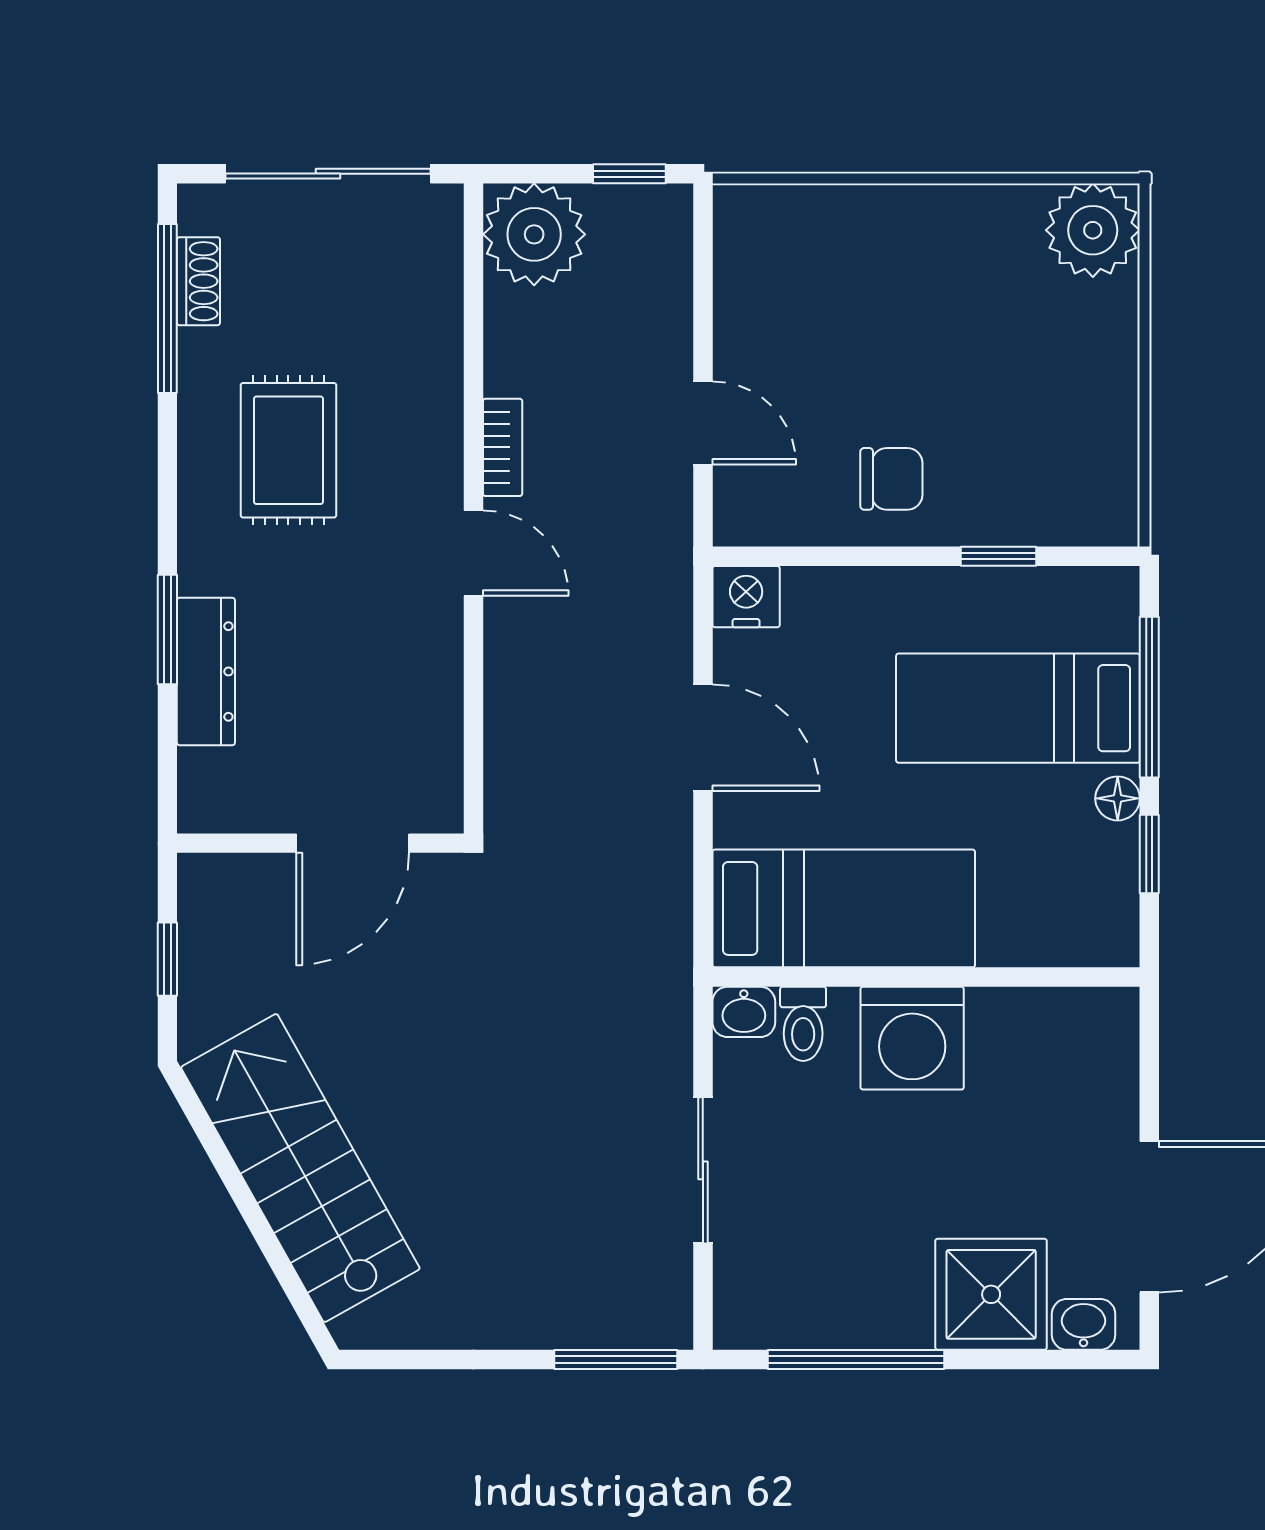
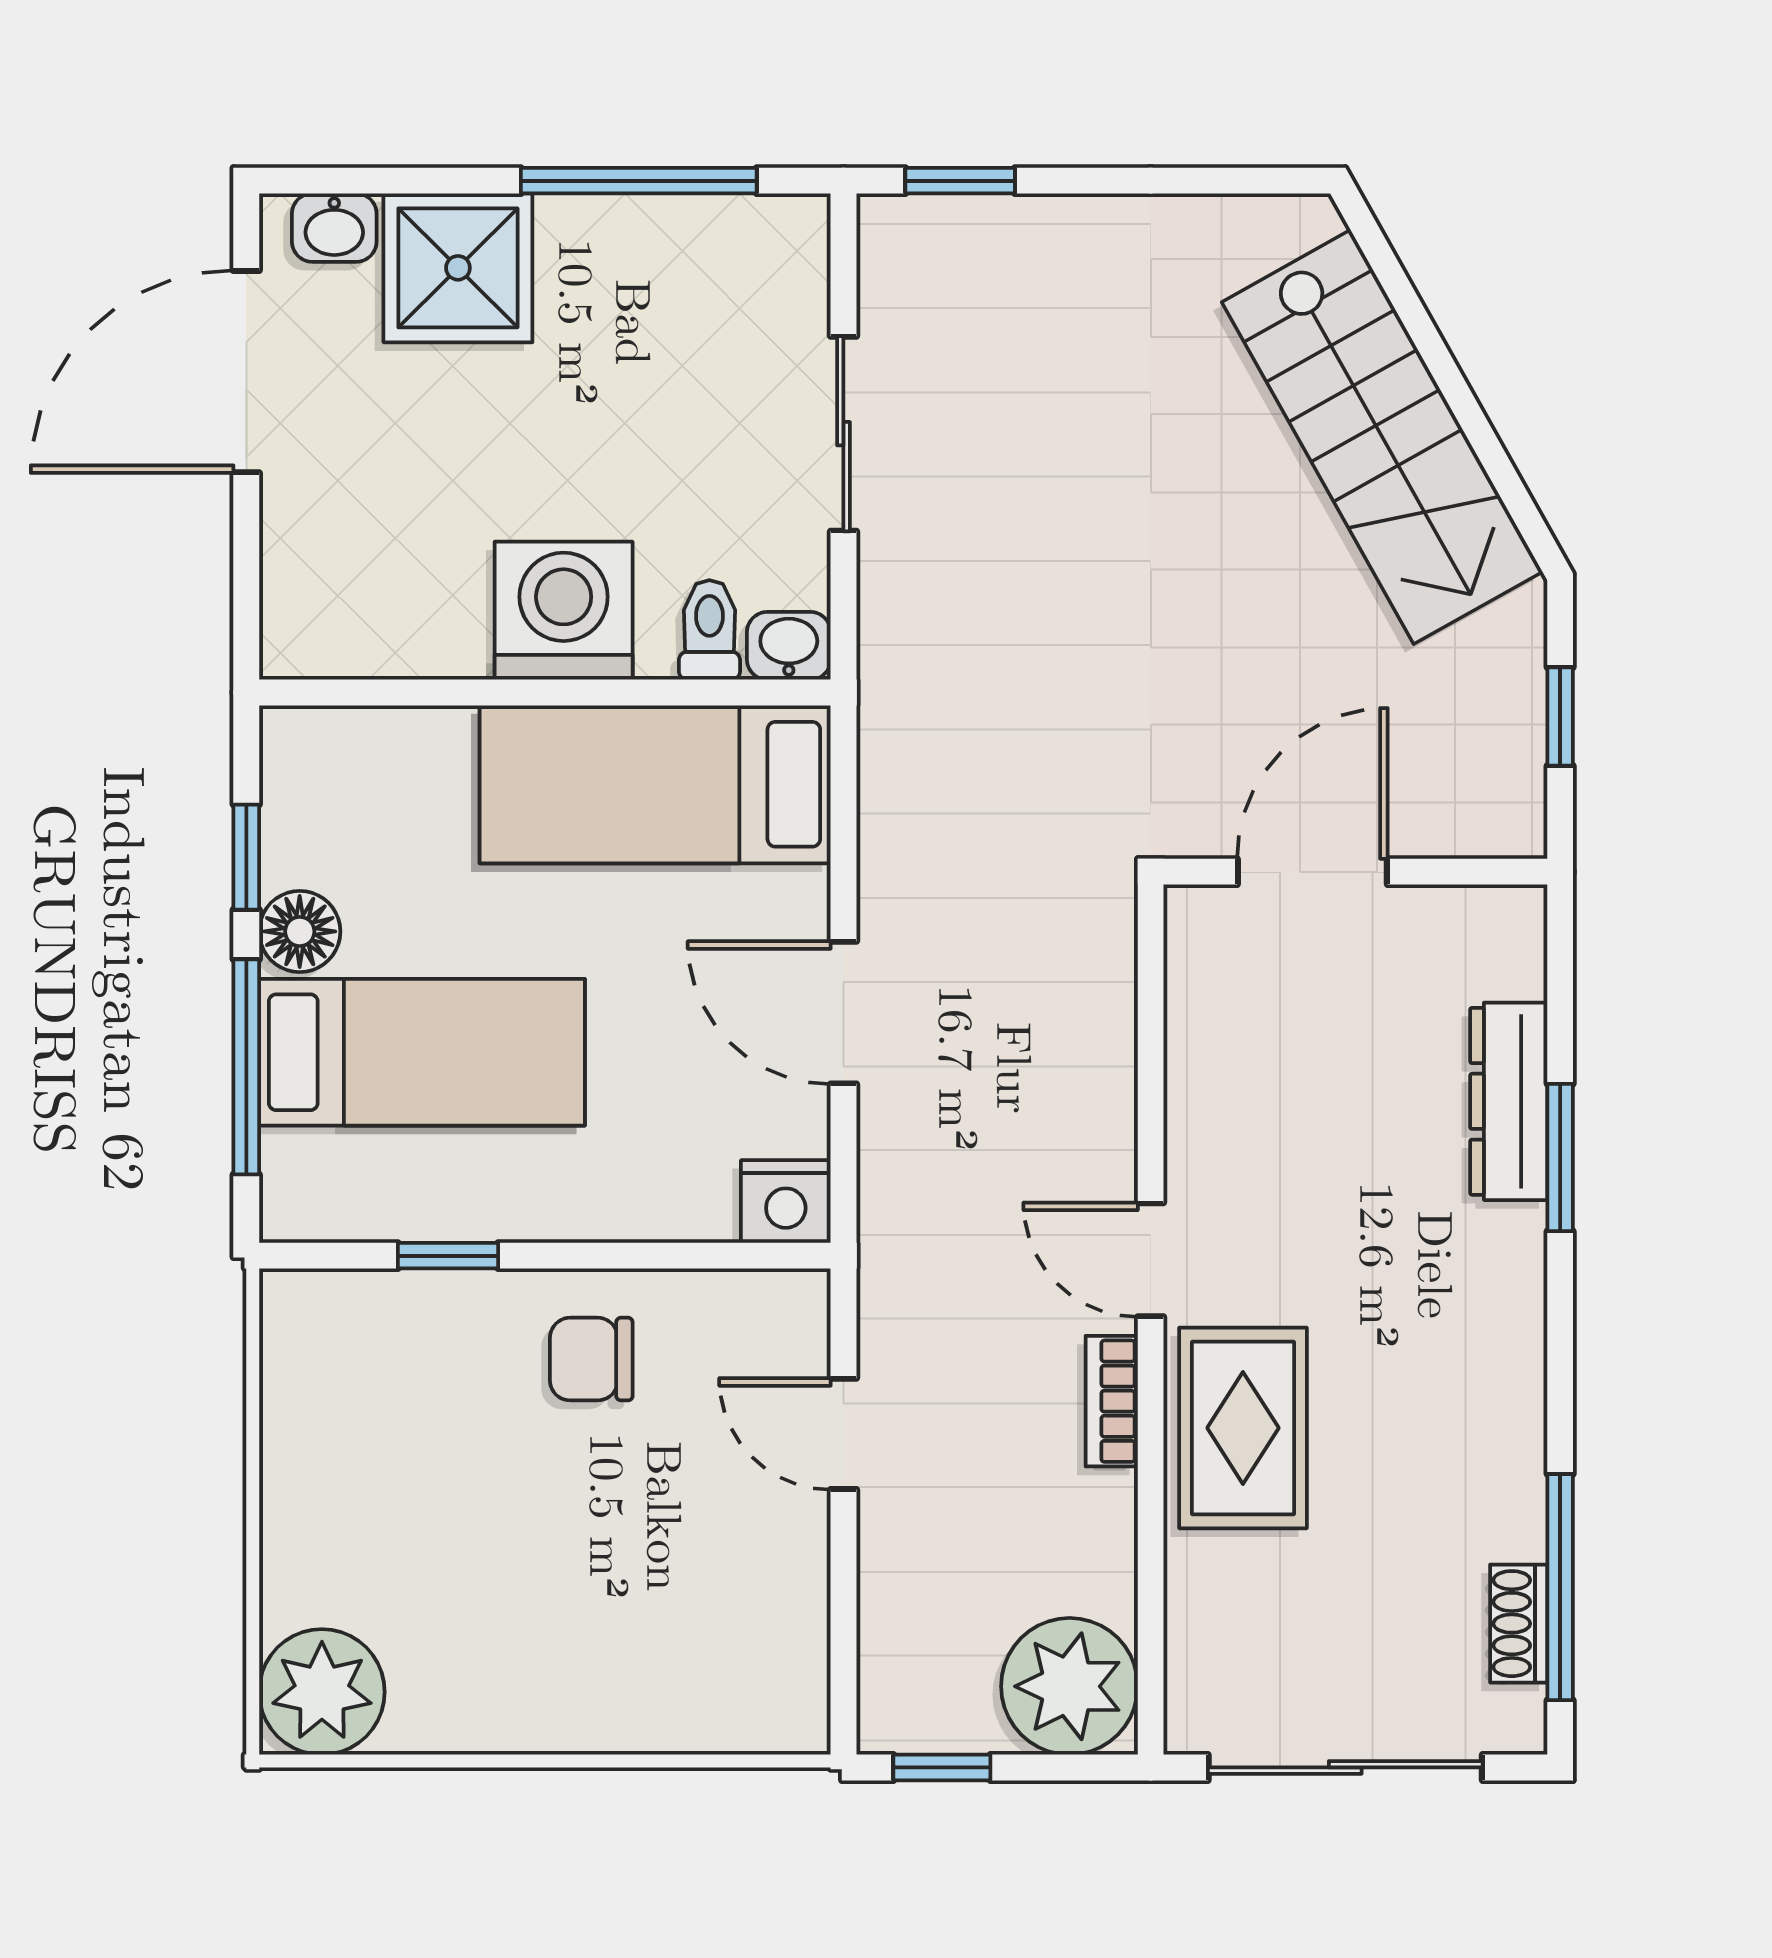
rug: (288, 450) -> (1243, 1428), moved
floor lamp: (1118, 798) -> (300, 931), width x1.37, depth x1.37
window: (616, 1360) -> (960, 181), width x0.67

